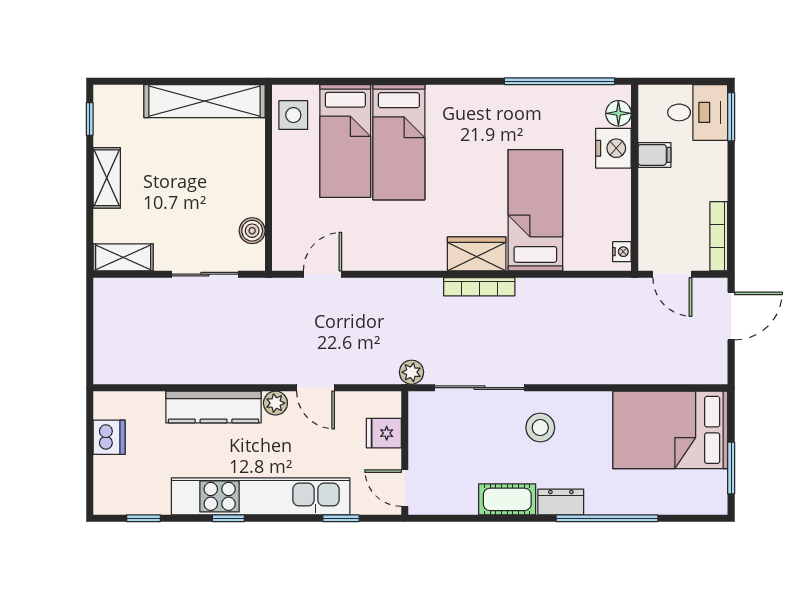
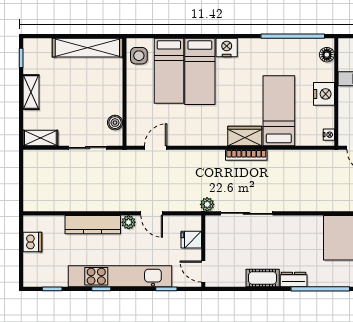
nightstand: (445, 101) -> (227, 47), added
nightstand: (613, 148) -> (324, 94), moved
stool: (540, 428) -> (282, 236), removed

